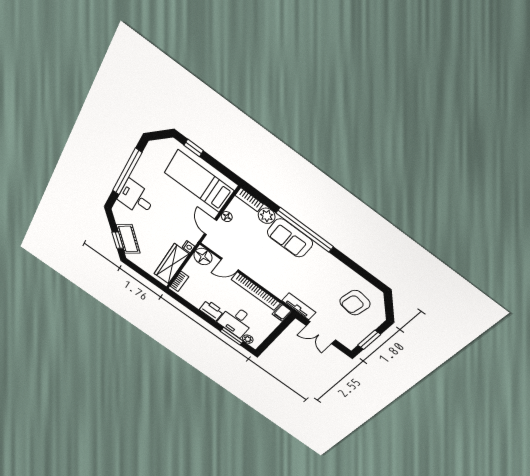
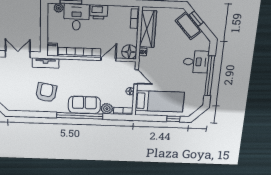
armchair: (355, 303) -> (46, 92), moved

